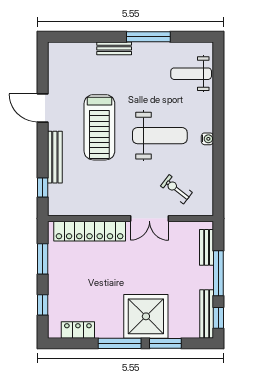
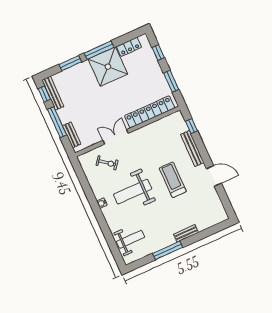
treadmill: (99, 127) -> (173, 180), width x0.73, depth x0.73
shower: (146, 316) -> (108, 67), moved

